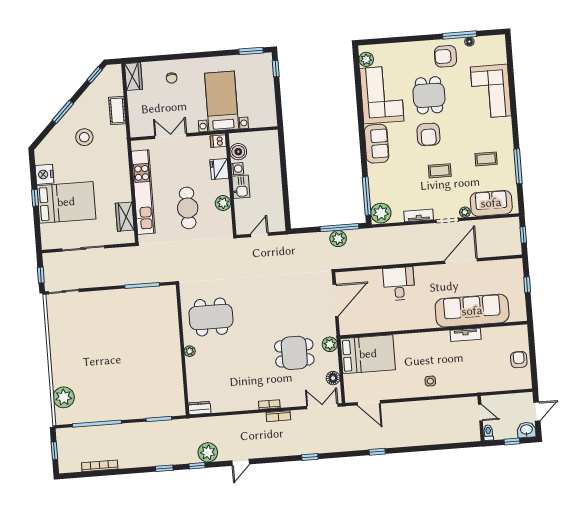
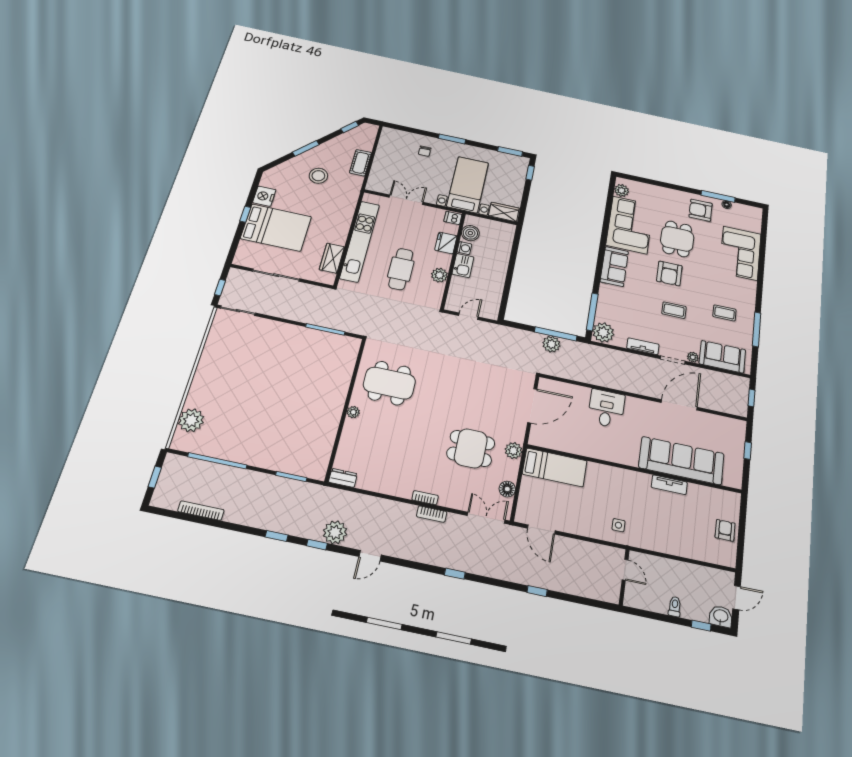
window: (193, 55) -> (452, 139), added
wardrobe: (133, 76) -> (504, 212), moved, turned -90
bed: (368, 354) -> (555, 467), width x0.67
door: (480, 413) -> (625, 570), moved
wall: (481, 418) -> (624, 577), moved

